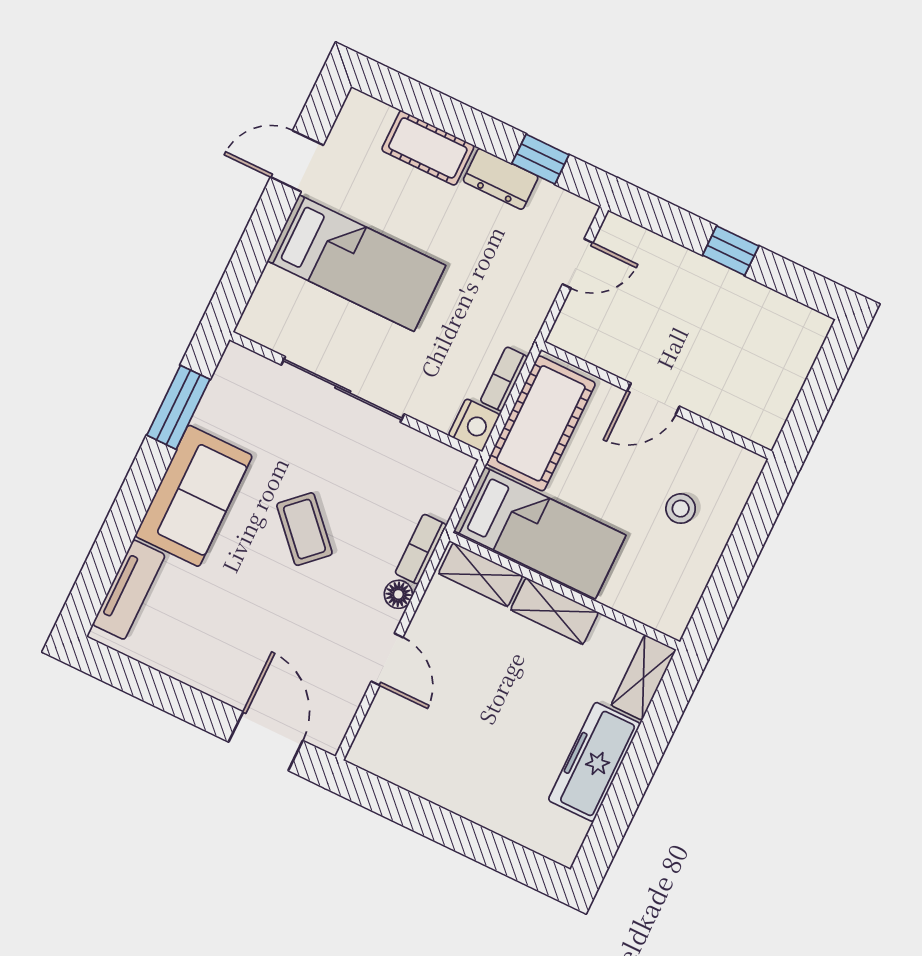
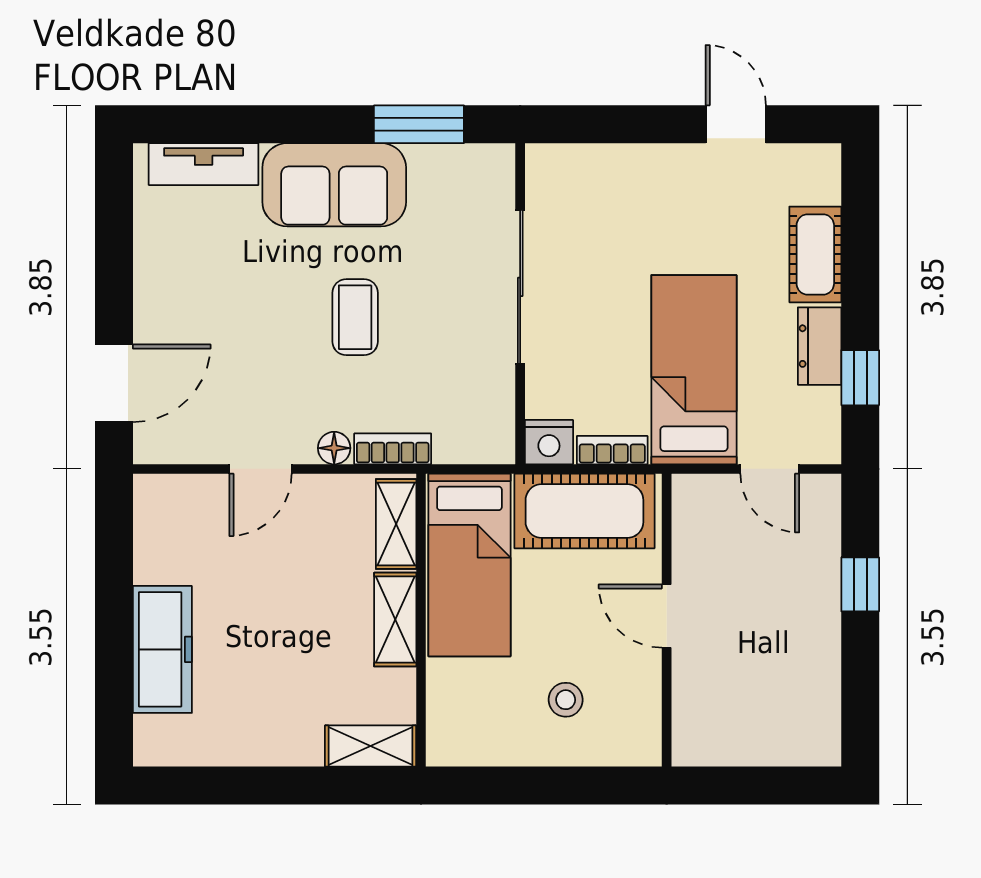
window: (731, 251) -> (860, 584), moved
bed: (356, 263) -> (694, 370), moved, turned 180
coffee table: (304, 529) -> (355, 317), turned -47
freezer: (594, 762) -> (162, 649), moved, turned 90

